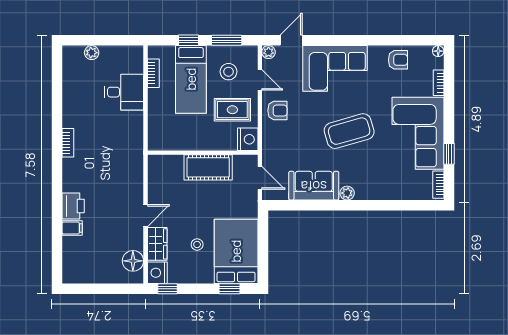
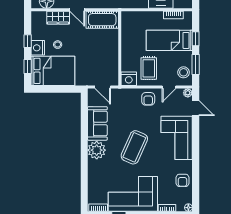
stool: (228, 72) -> (184, 72), moved
coffee table: (349, 131) -> (134, 147), turned 40
cot: (208, 167) -> (102, 20), moved, turned 90
door: (260, 178) -> (103, 87), hinge flipped
plant: (347, 193) -> (97, 150), width x1.88, depth x1.88
nightstand: (157, 273) -> (38, 48), moved, turned -90
window: (168, 289) -> (28, 41), moved

